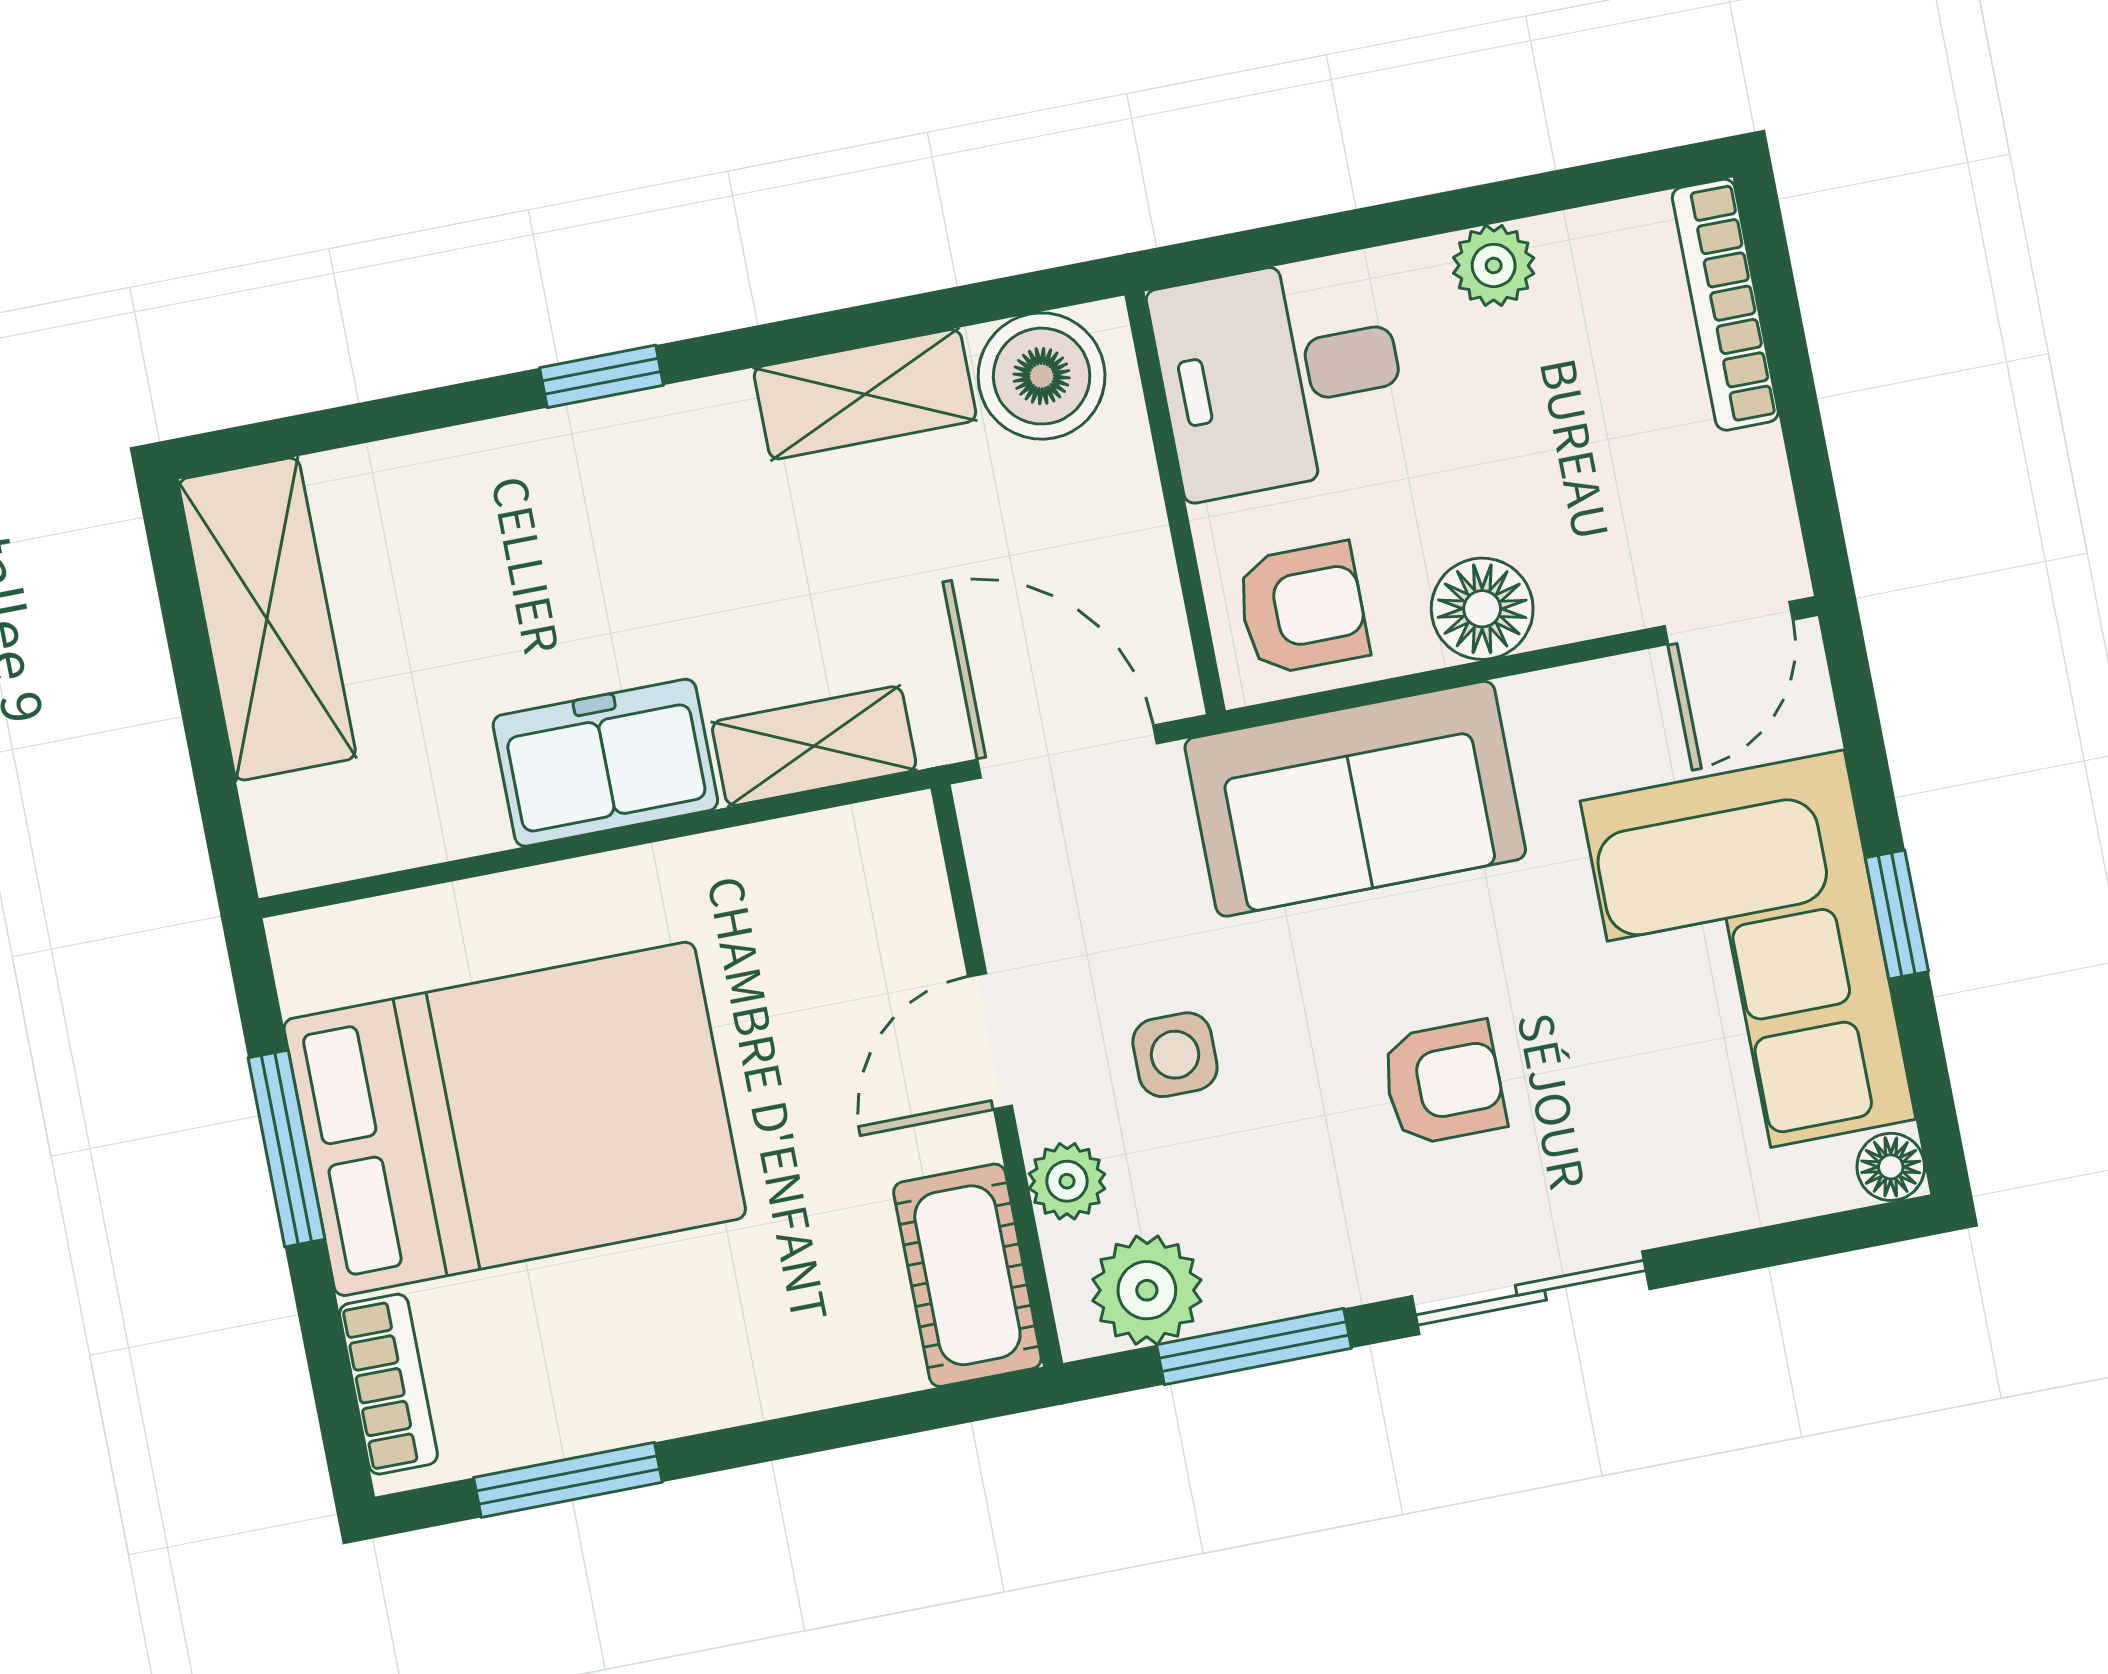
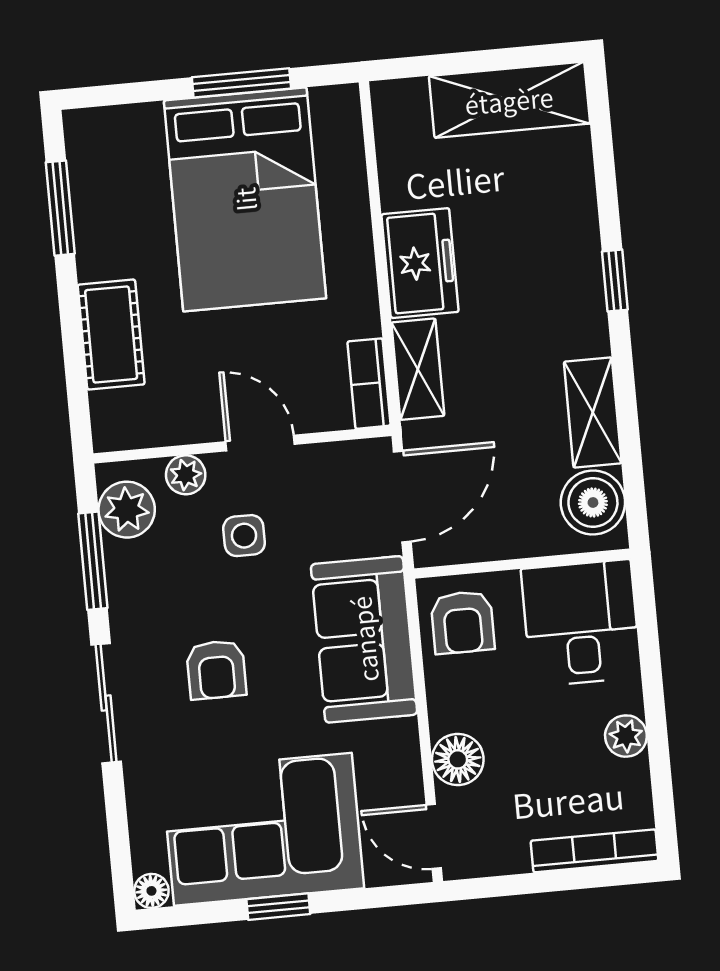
floor lamp: (1482, 609) -> (458, 759), moved
cot: (967, 1275) -> (111, 335), moved, turned 90
bookcase: (388, 1384) -> (369, 384), moved, turned 90

